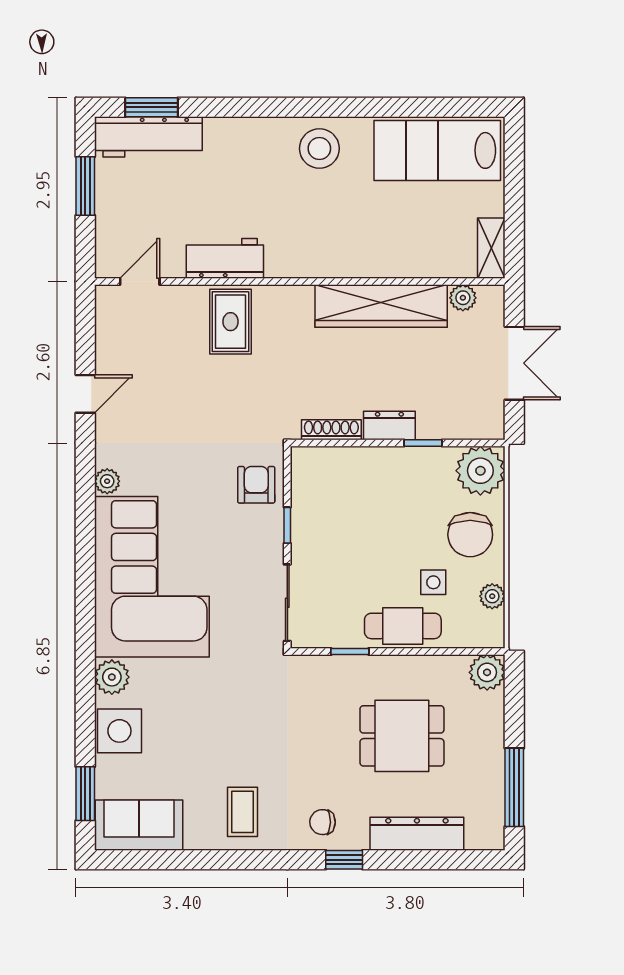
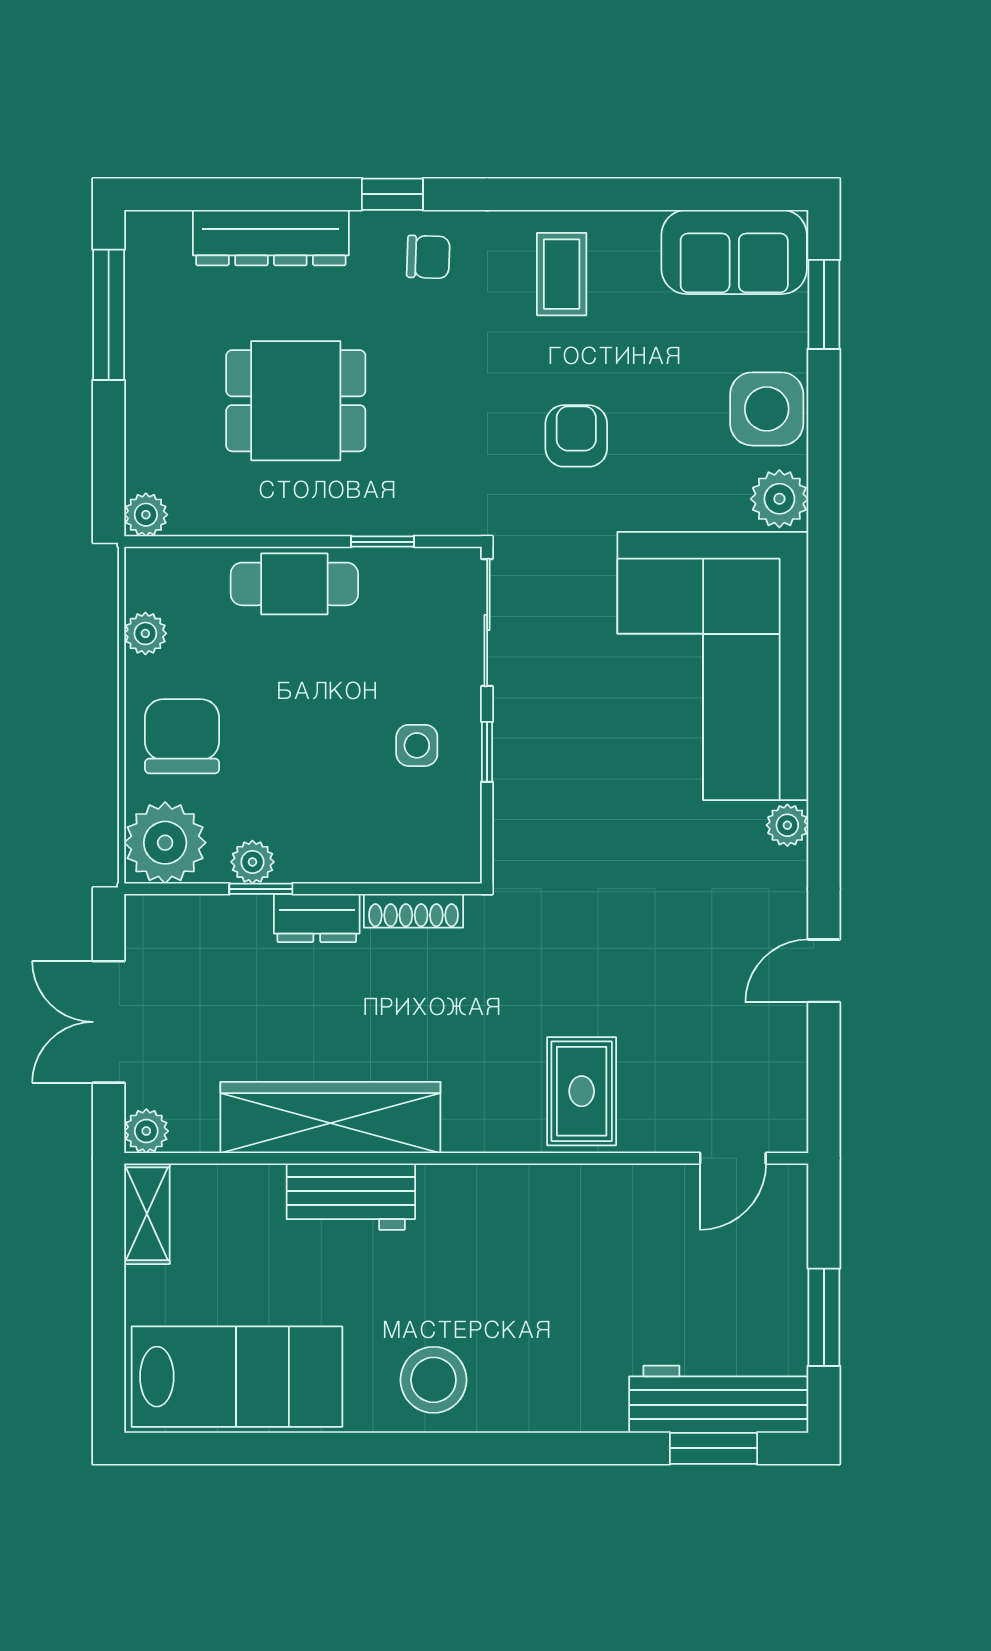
workbench: (225, 258) -> (351, 1197), moved
plant: (463, 298) -> (146, 1131), moved
plant: (428, 459) -> (252, 862), added
armchair: (256, 485) -> (576, 436), moved, turned 180
side table: (433, 582) -> (417, 745), moved
plant: (487, 672) -> (146, 515), width x0.73, depth x0.73

